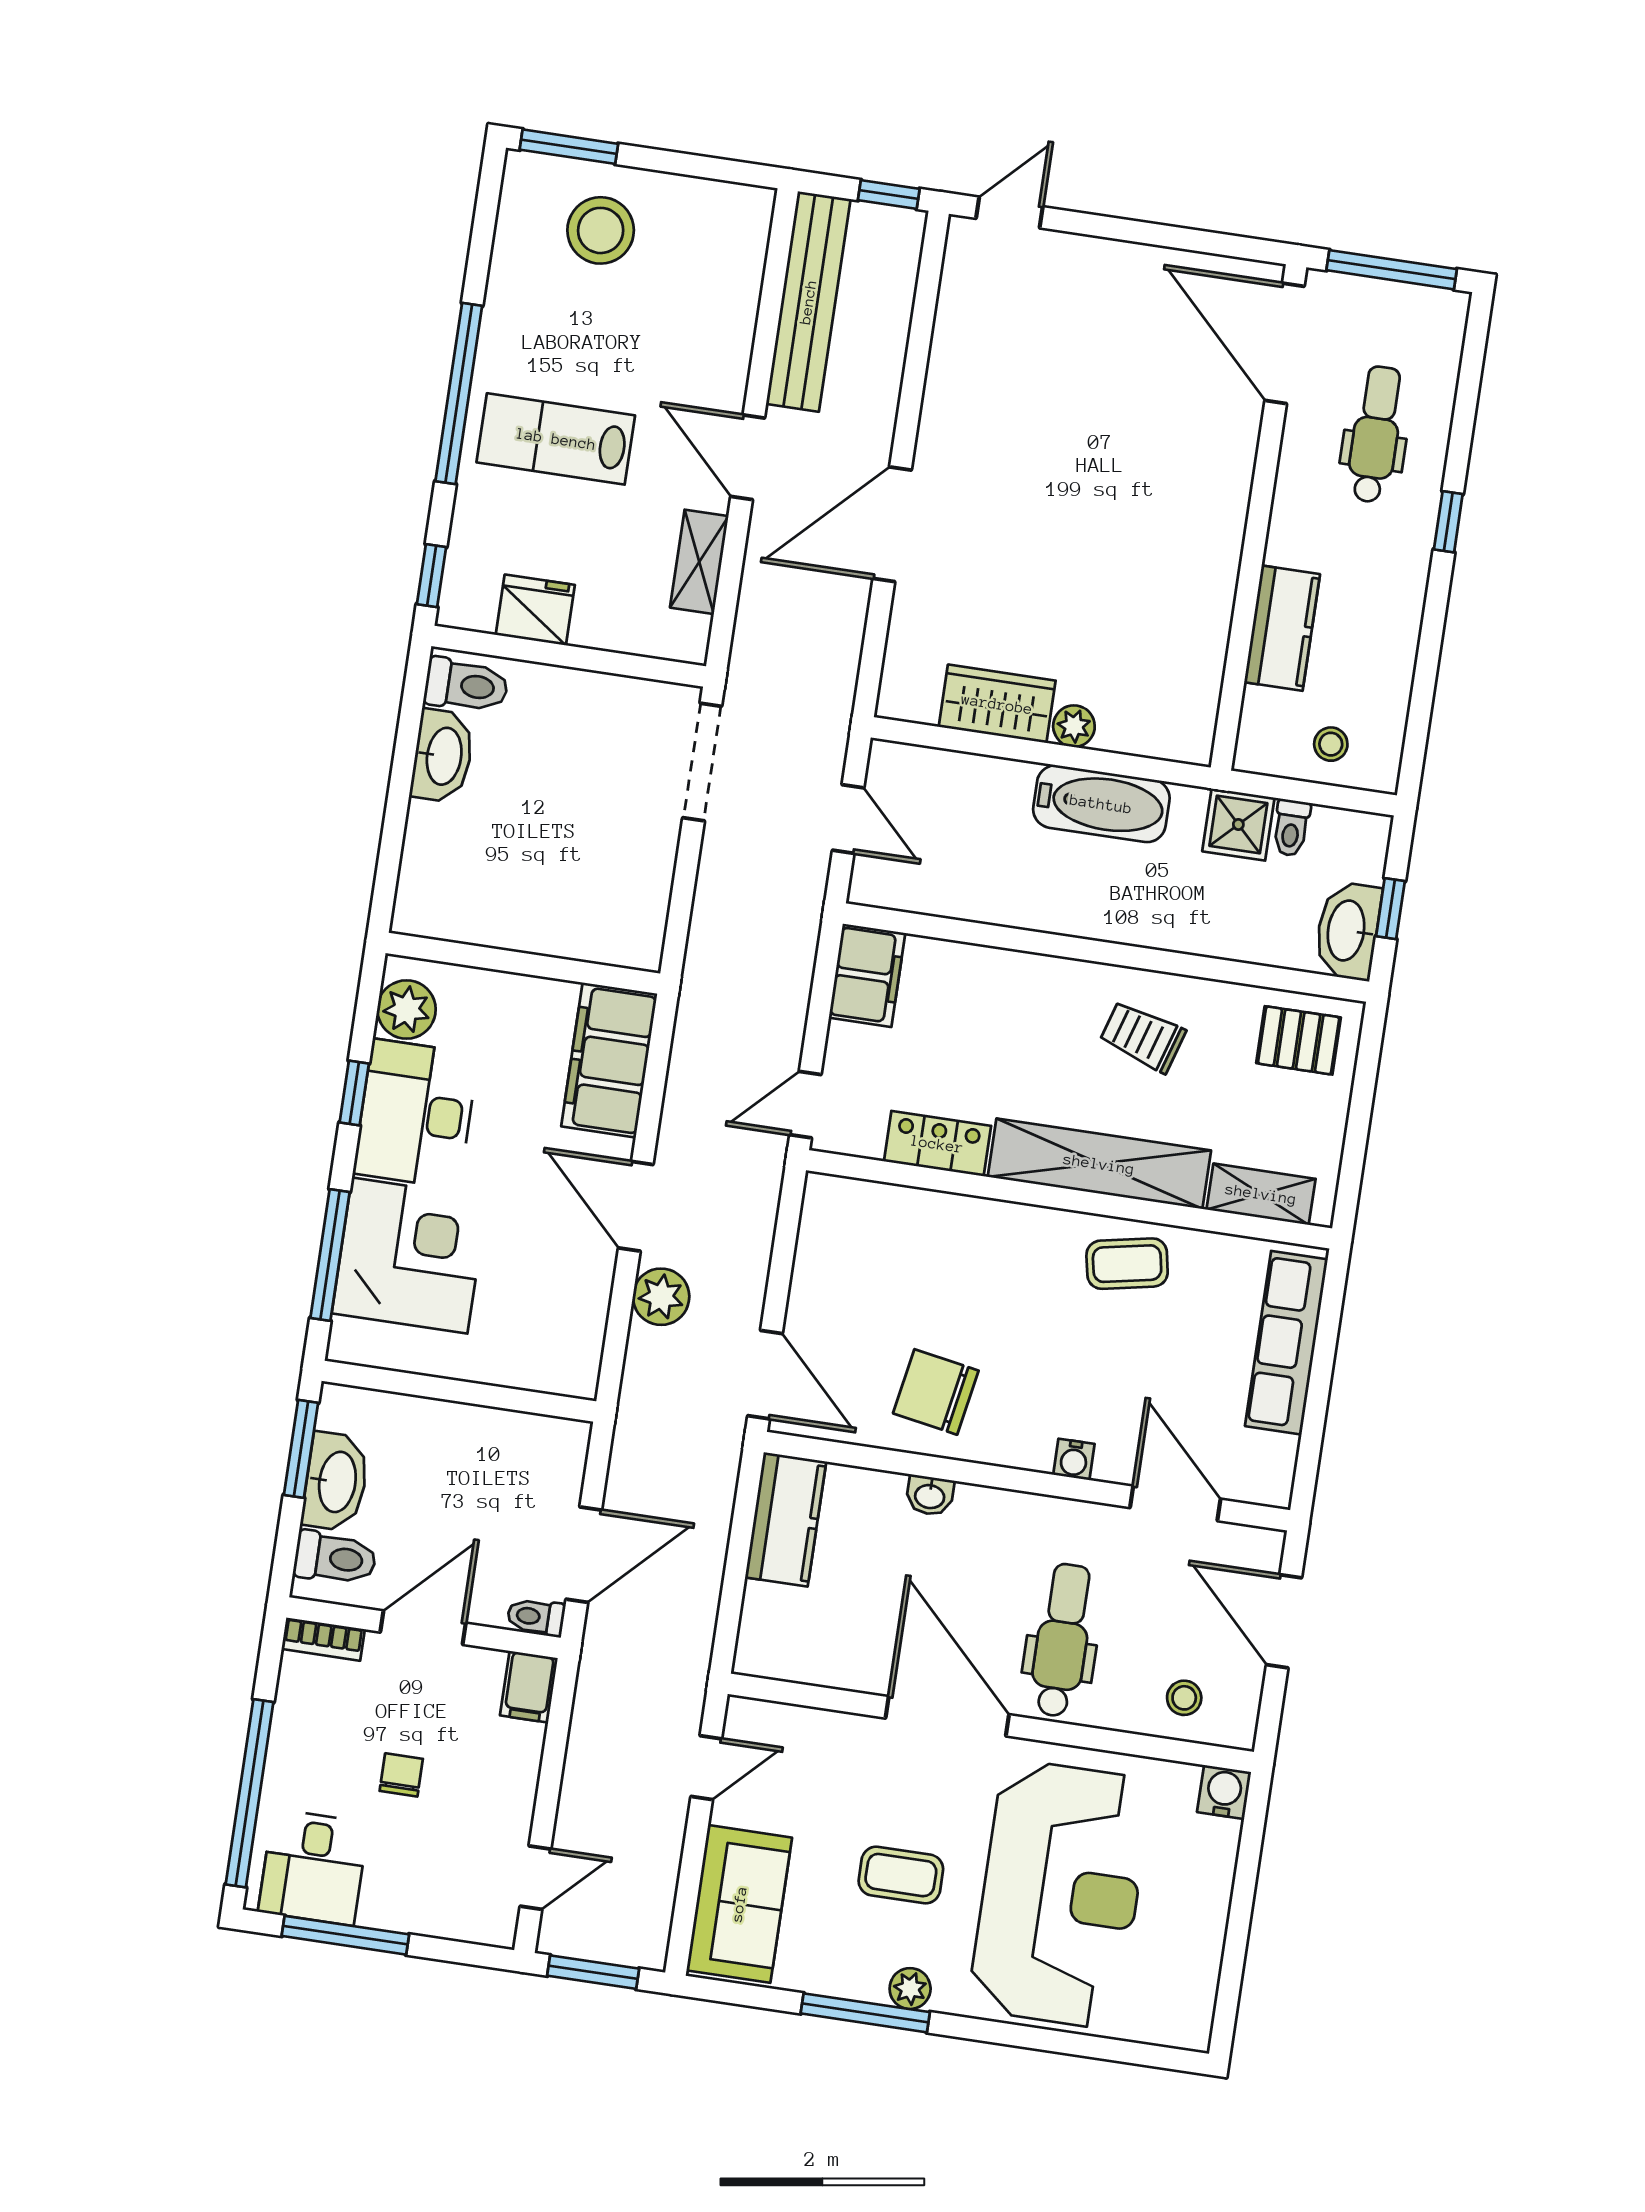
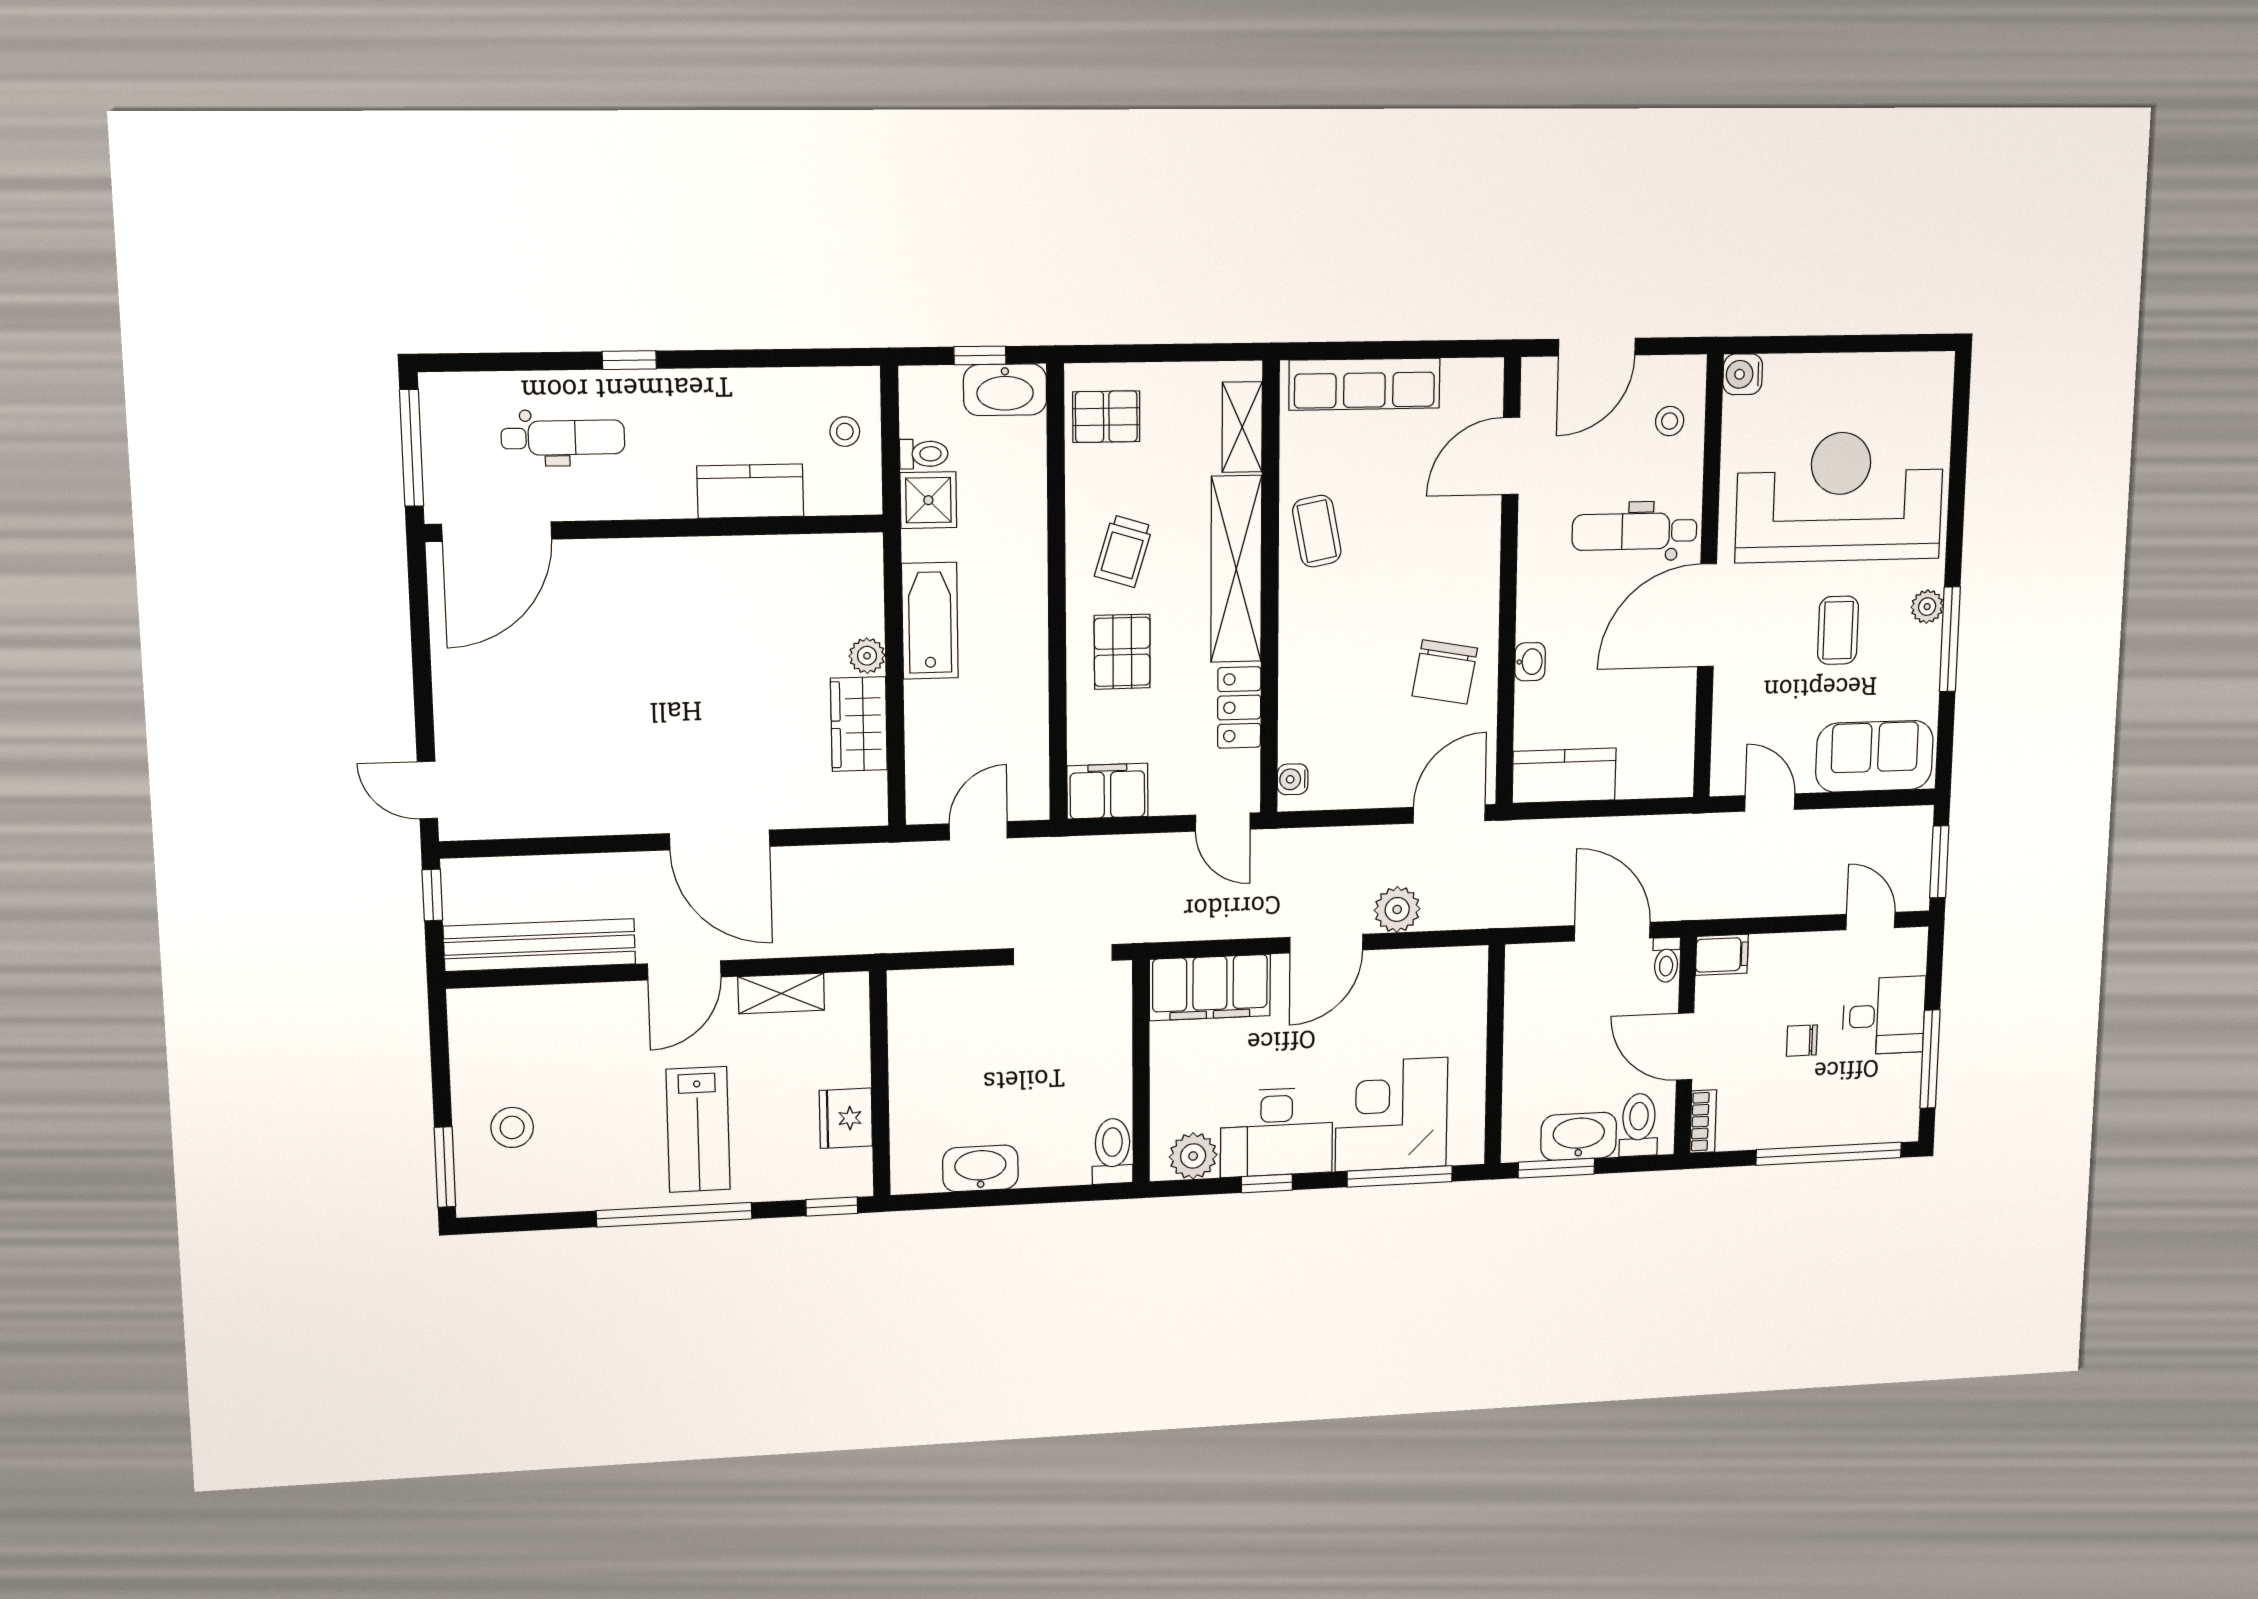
stool: (601, 230) -> (512, 1127), width x0.73, depth x0.73
dental chair: (1376, 434) -> (563, 438), turned 180
toilet: (466, 685) -> (1112, 1151), moved
doorway: (702, 762) -> (1063, 955), moved
pallet: (1027, 1017) -> (1122, 652), added
pallet: (1299, 1040) -> (1106, 417), turned 90
water cooler: (1074, 1459) -> (1293, 779), moved, turned 180
desk: (313, 1867) -> (1884, 1016), moved

